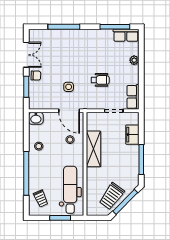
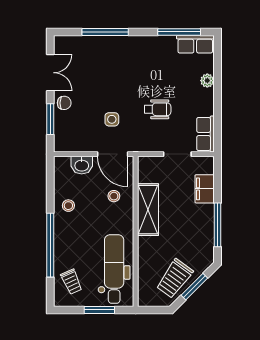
washbasin: (36, 118) -> (82, 165), moved
window: (125, 202) -> (194, 287), width x0.69

